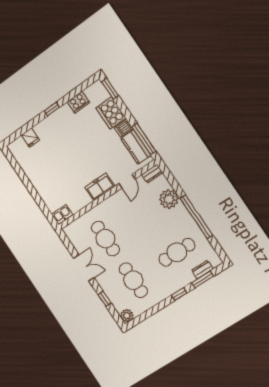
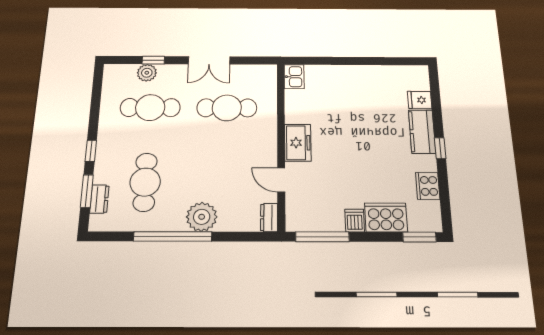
kitchen counter: (136, 147) -> (422, 132), moved, turned -90
plant: (169, 199) -> (202, 217), moved
plant: (127, 316) -> (147, 73), moved

